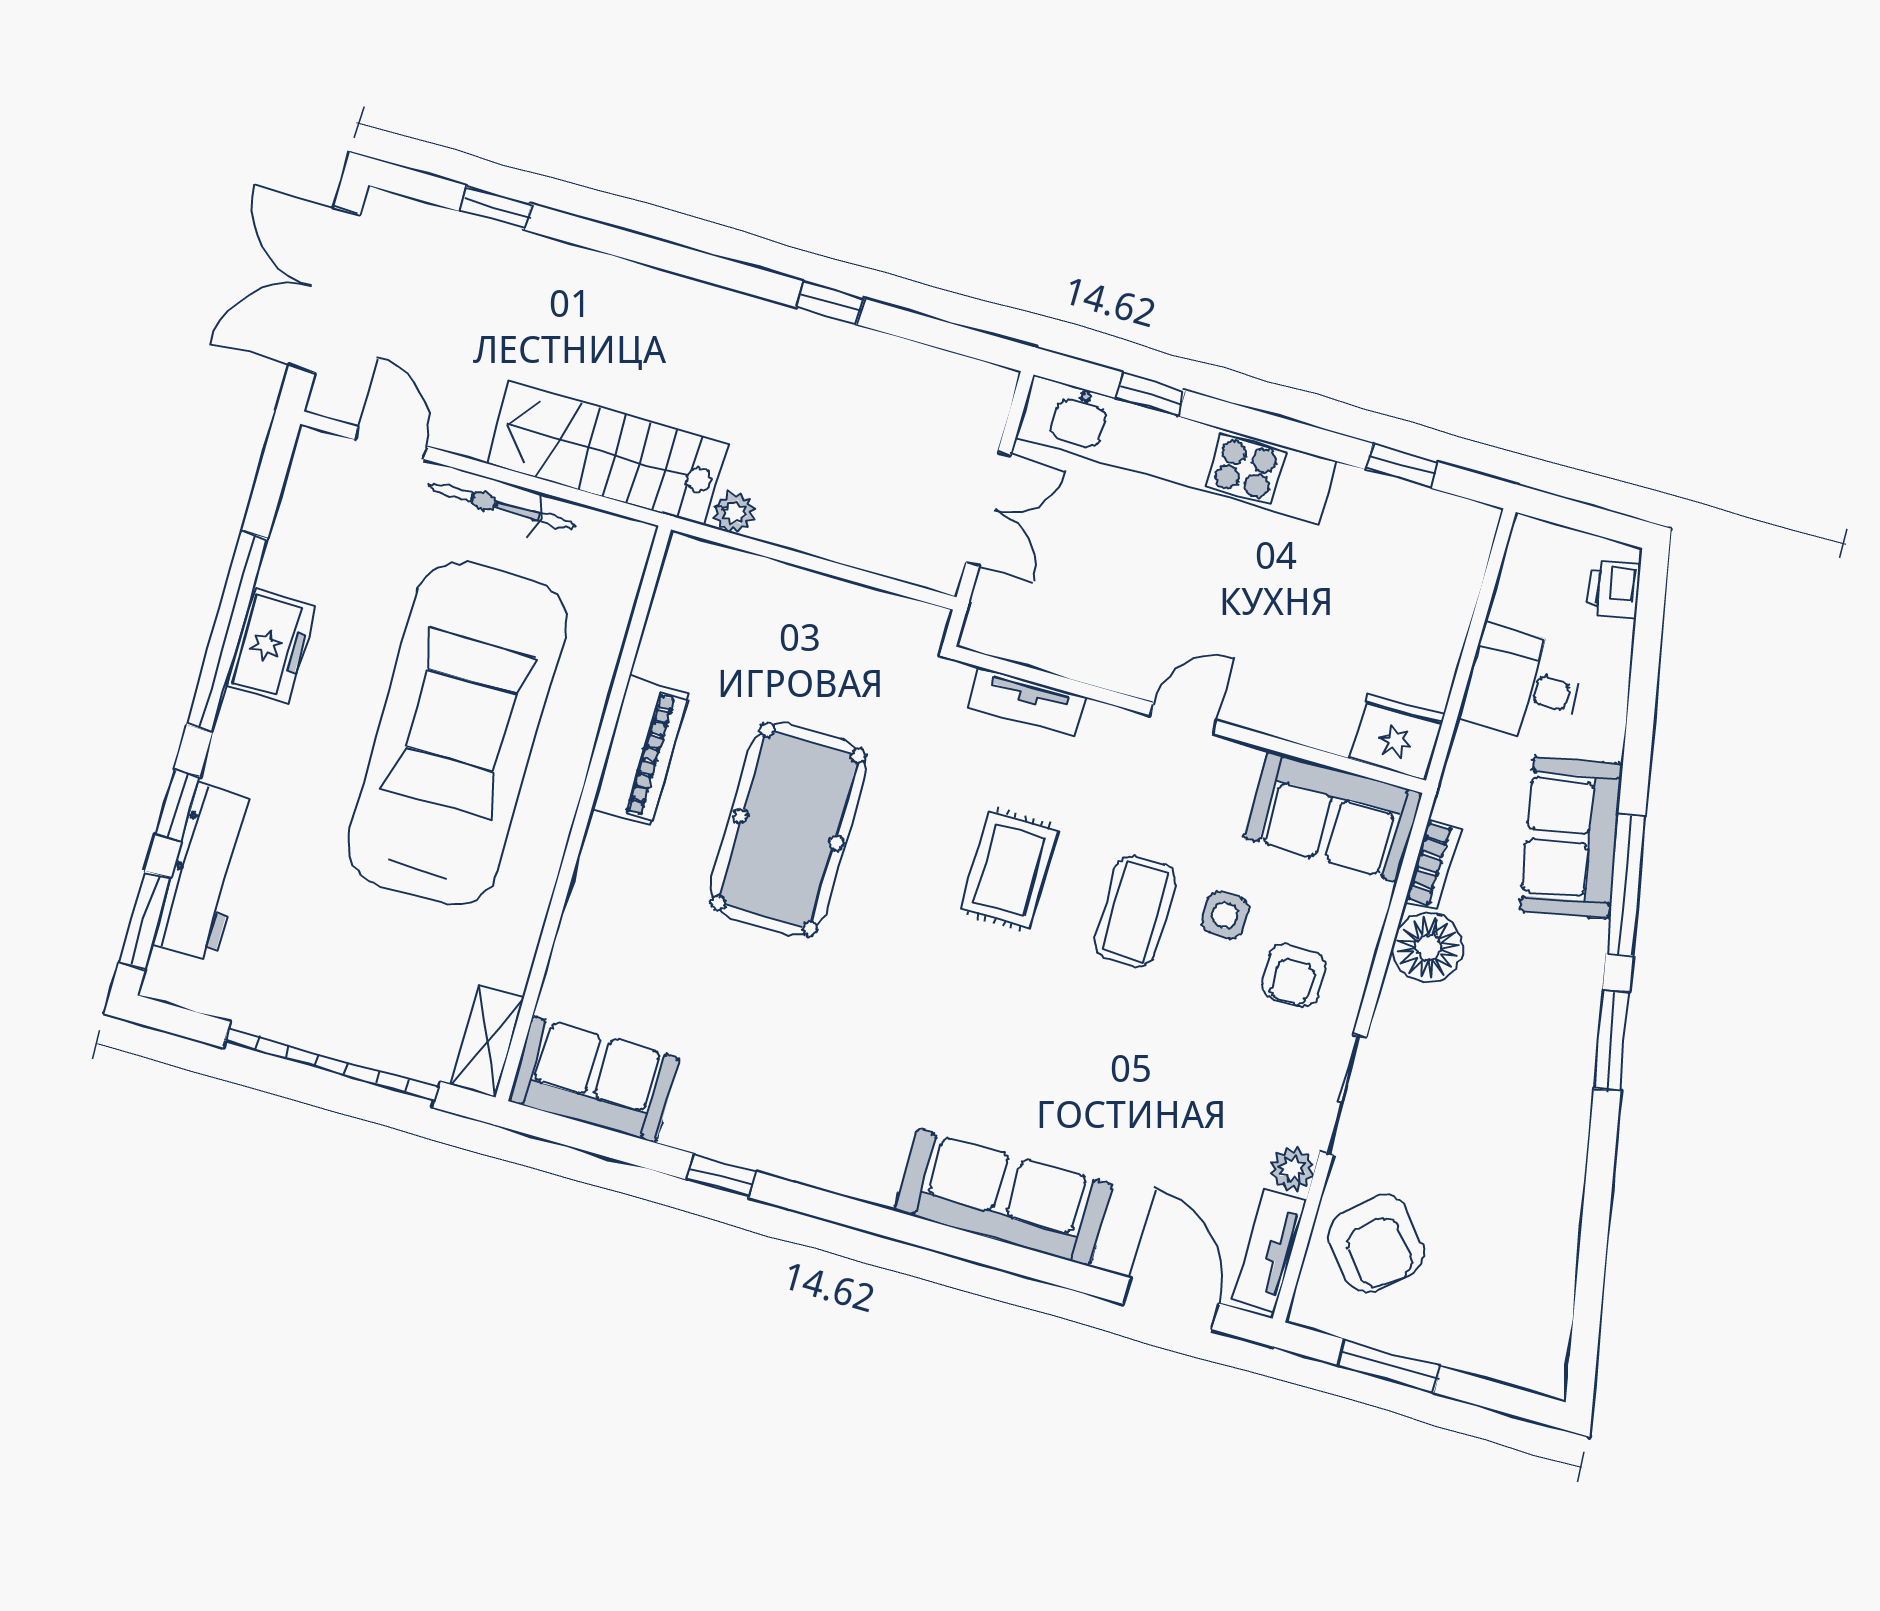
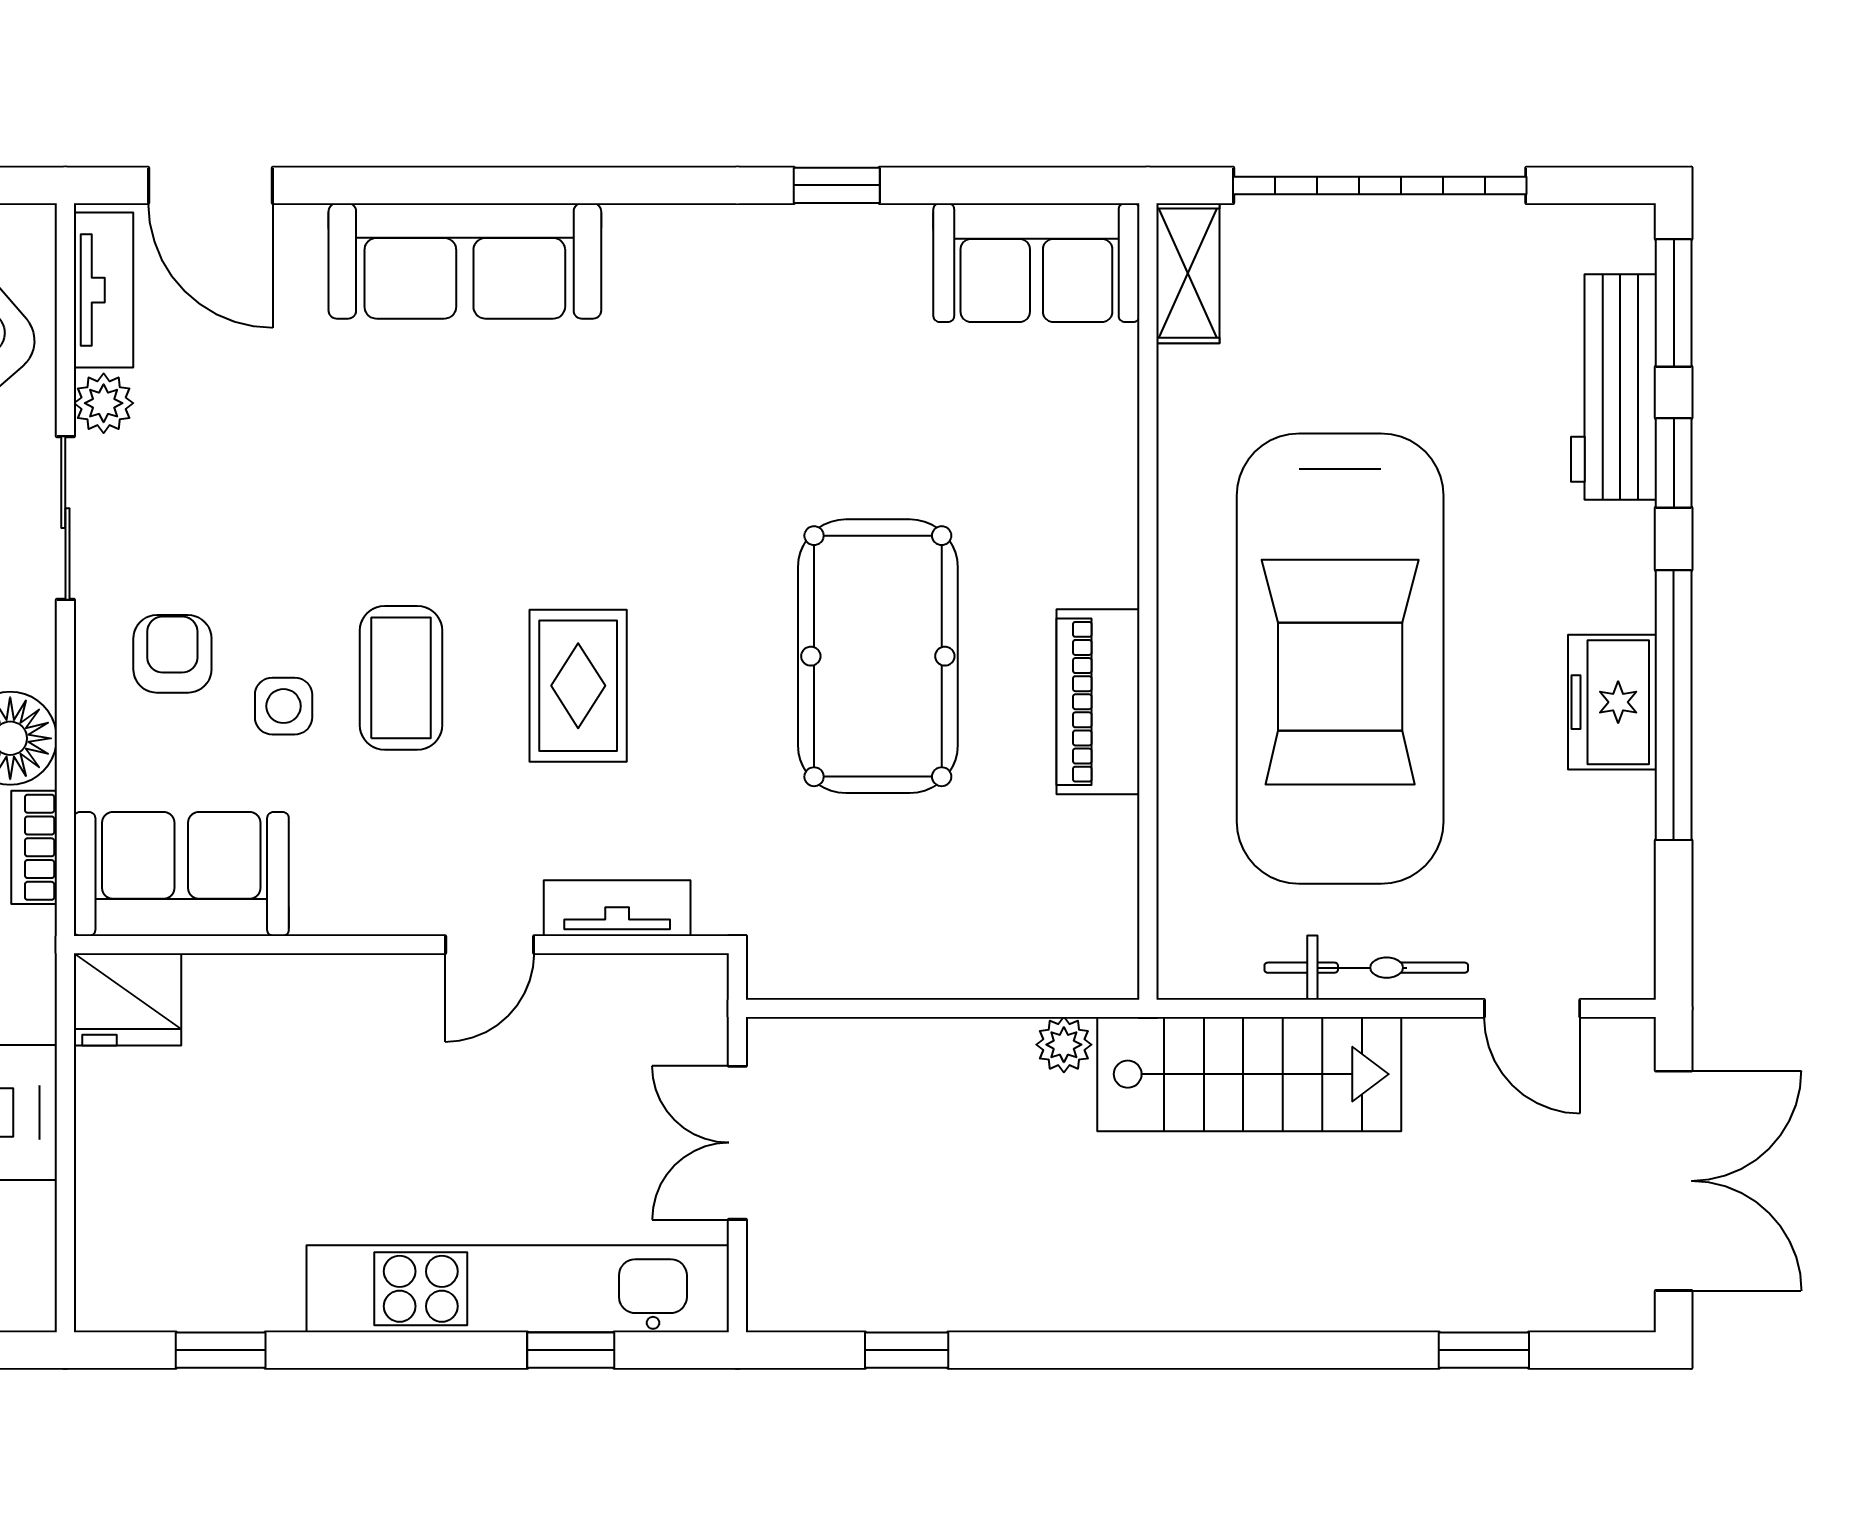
window: (830, 303) -> (907, 1350), moved
door: (1184, 718) -> (490, 945), moved

